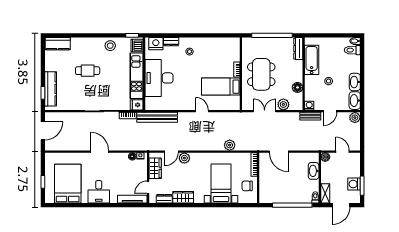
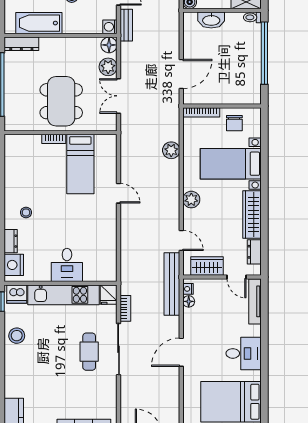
cafe table: (88, 71) -> (89, 352), moved
dining table: (261, 74) -> (61, 101), turned 90
desk: (159, 78) -> (67, 265), width x0.53, depth x0.77
floor lamp: (297, 87) -> (109, 45), moved
door: (202, 111) -> (119, 193), swing flipped
bench: (157, 117) -> (172, 284), moved
plant: (184, 158) -> (191, 200), moved
wardrobe: (183, 197) -> (252, 214), width x1.50

